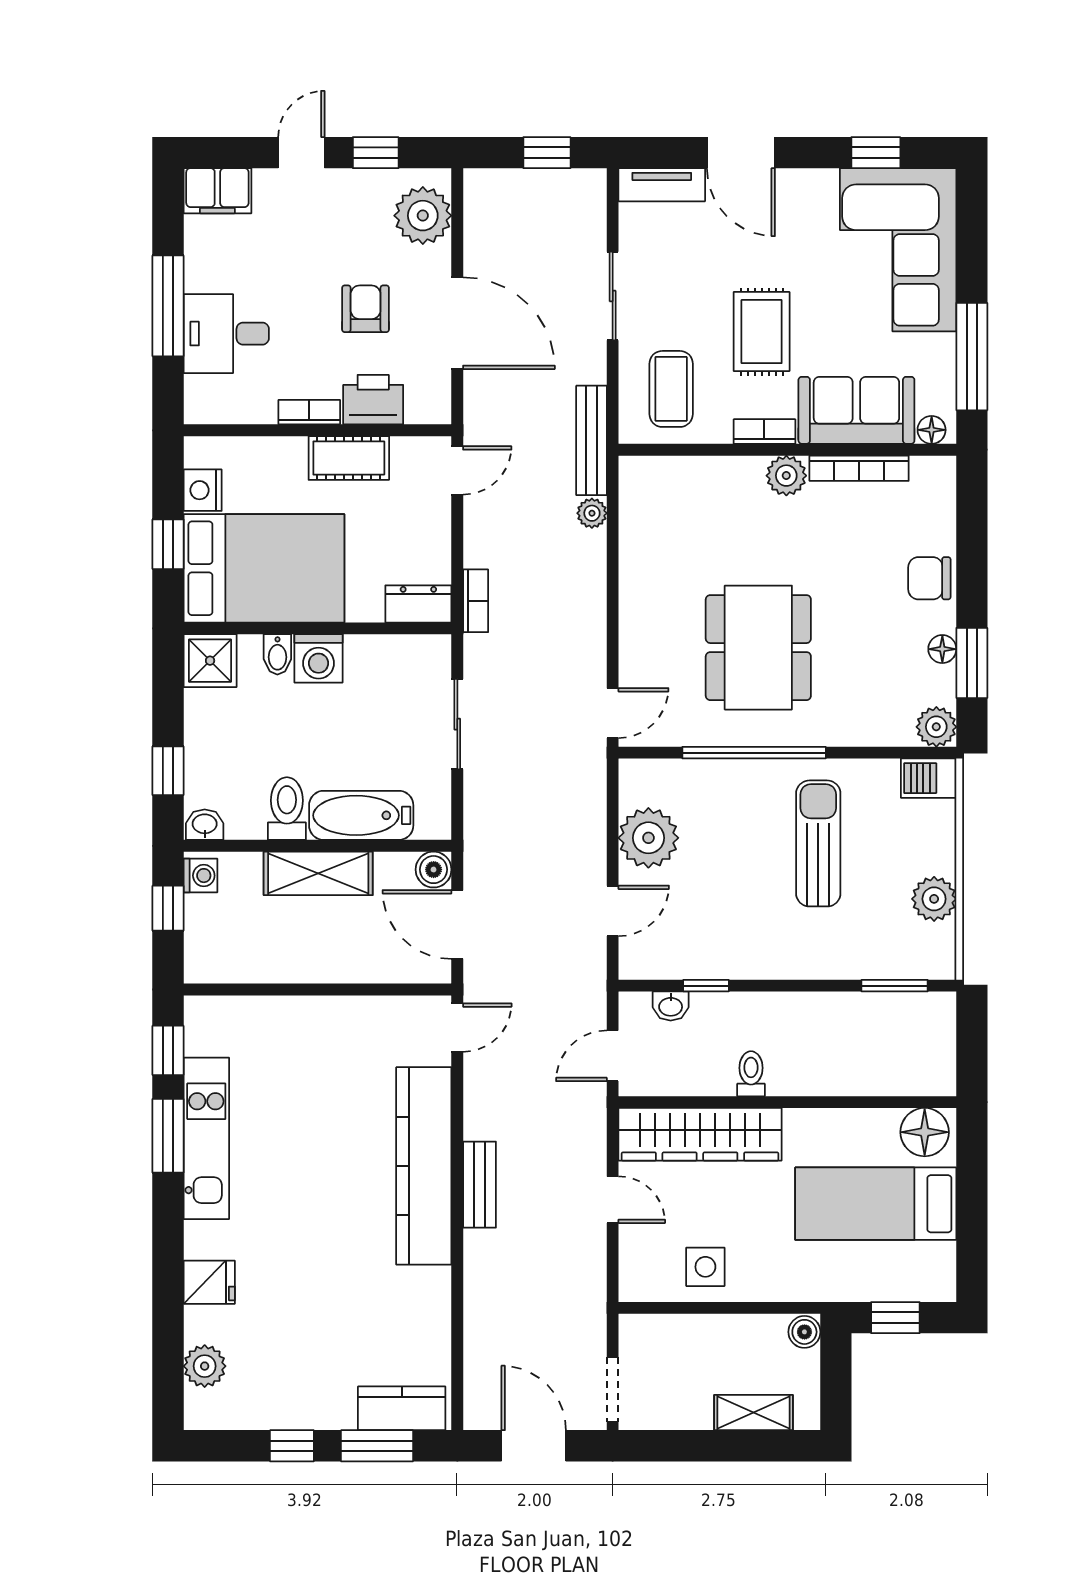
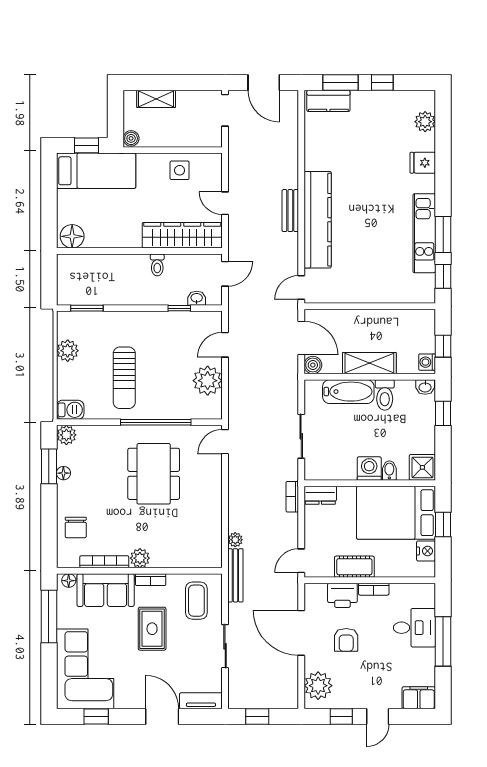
chair: (929, 578) -> (76, 527), moved, turned 90
bed: (876, 1204) -> (96, 171), moved

